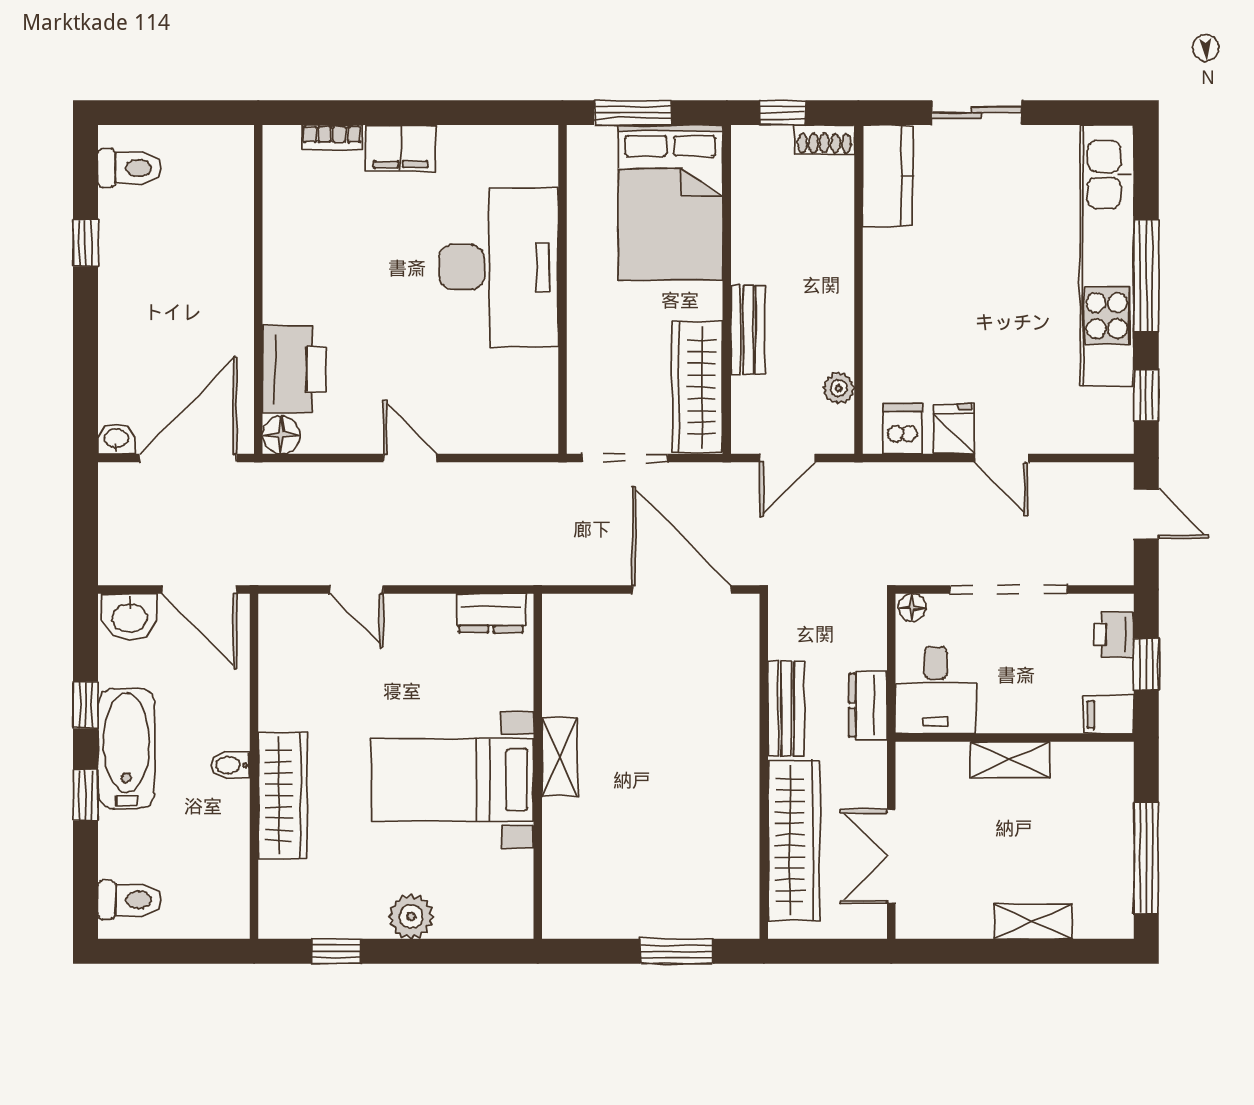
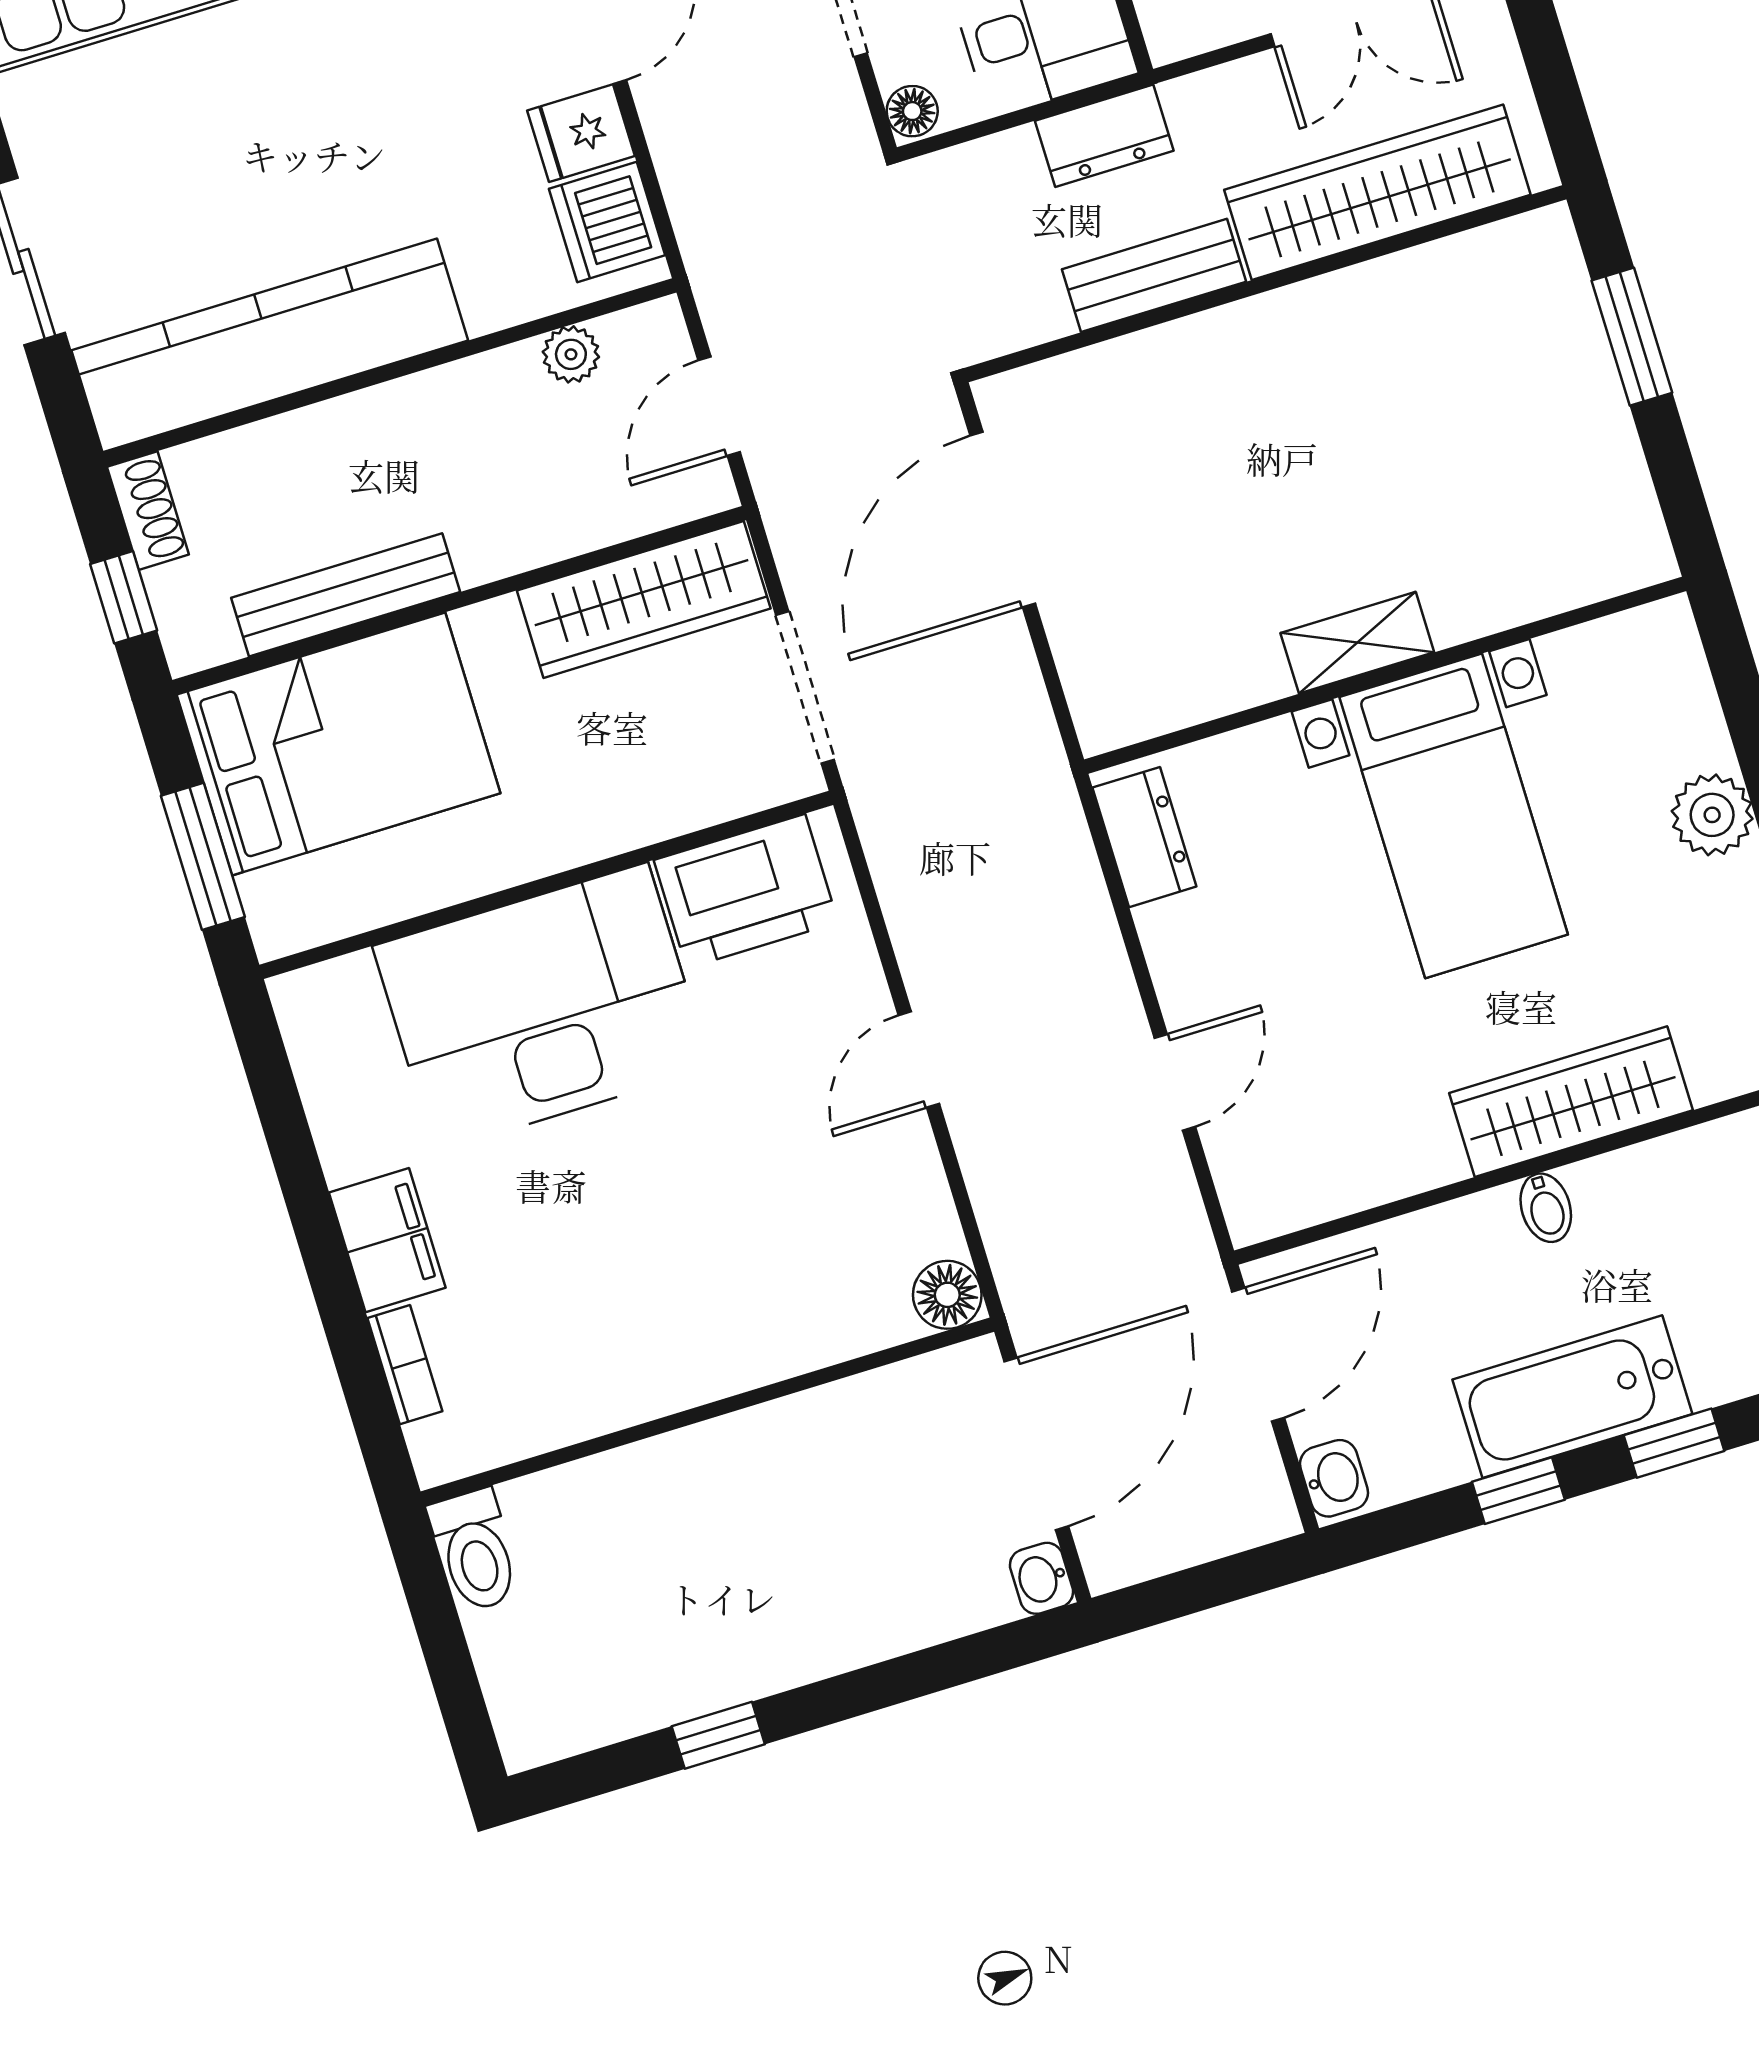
toilet: (130, 168) -> (475, 1551), moved, turned 180
kitchen counter: (888, 176) -> (270, 345), width x2.08, depth x1.17
bench: (748, 330) -> (346, 595), moved, width x1.36
printer: (294, 369) -> (746, 891), moved, turned 180
dishwasher: (903, 429) -> (607, 222), width x1.38
door: (188, 458) -> (1036, 1444), swing flipped
door: (787, 458) -> (719, 406), swing flipped
washbasin: (129, 617) -> (1334, 1478), width x0.72, depth x0.69

